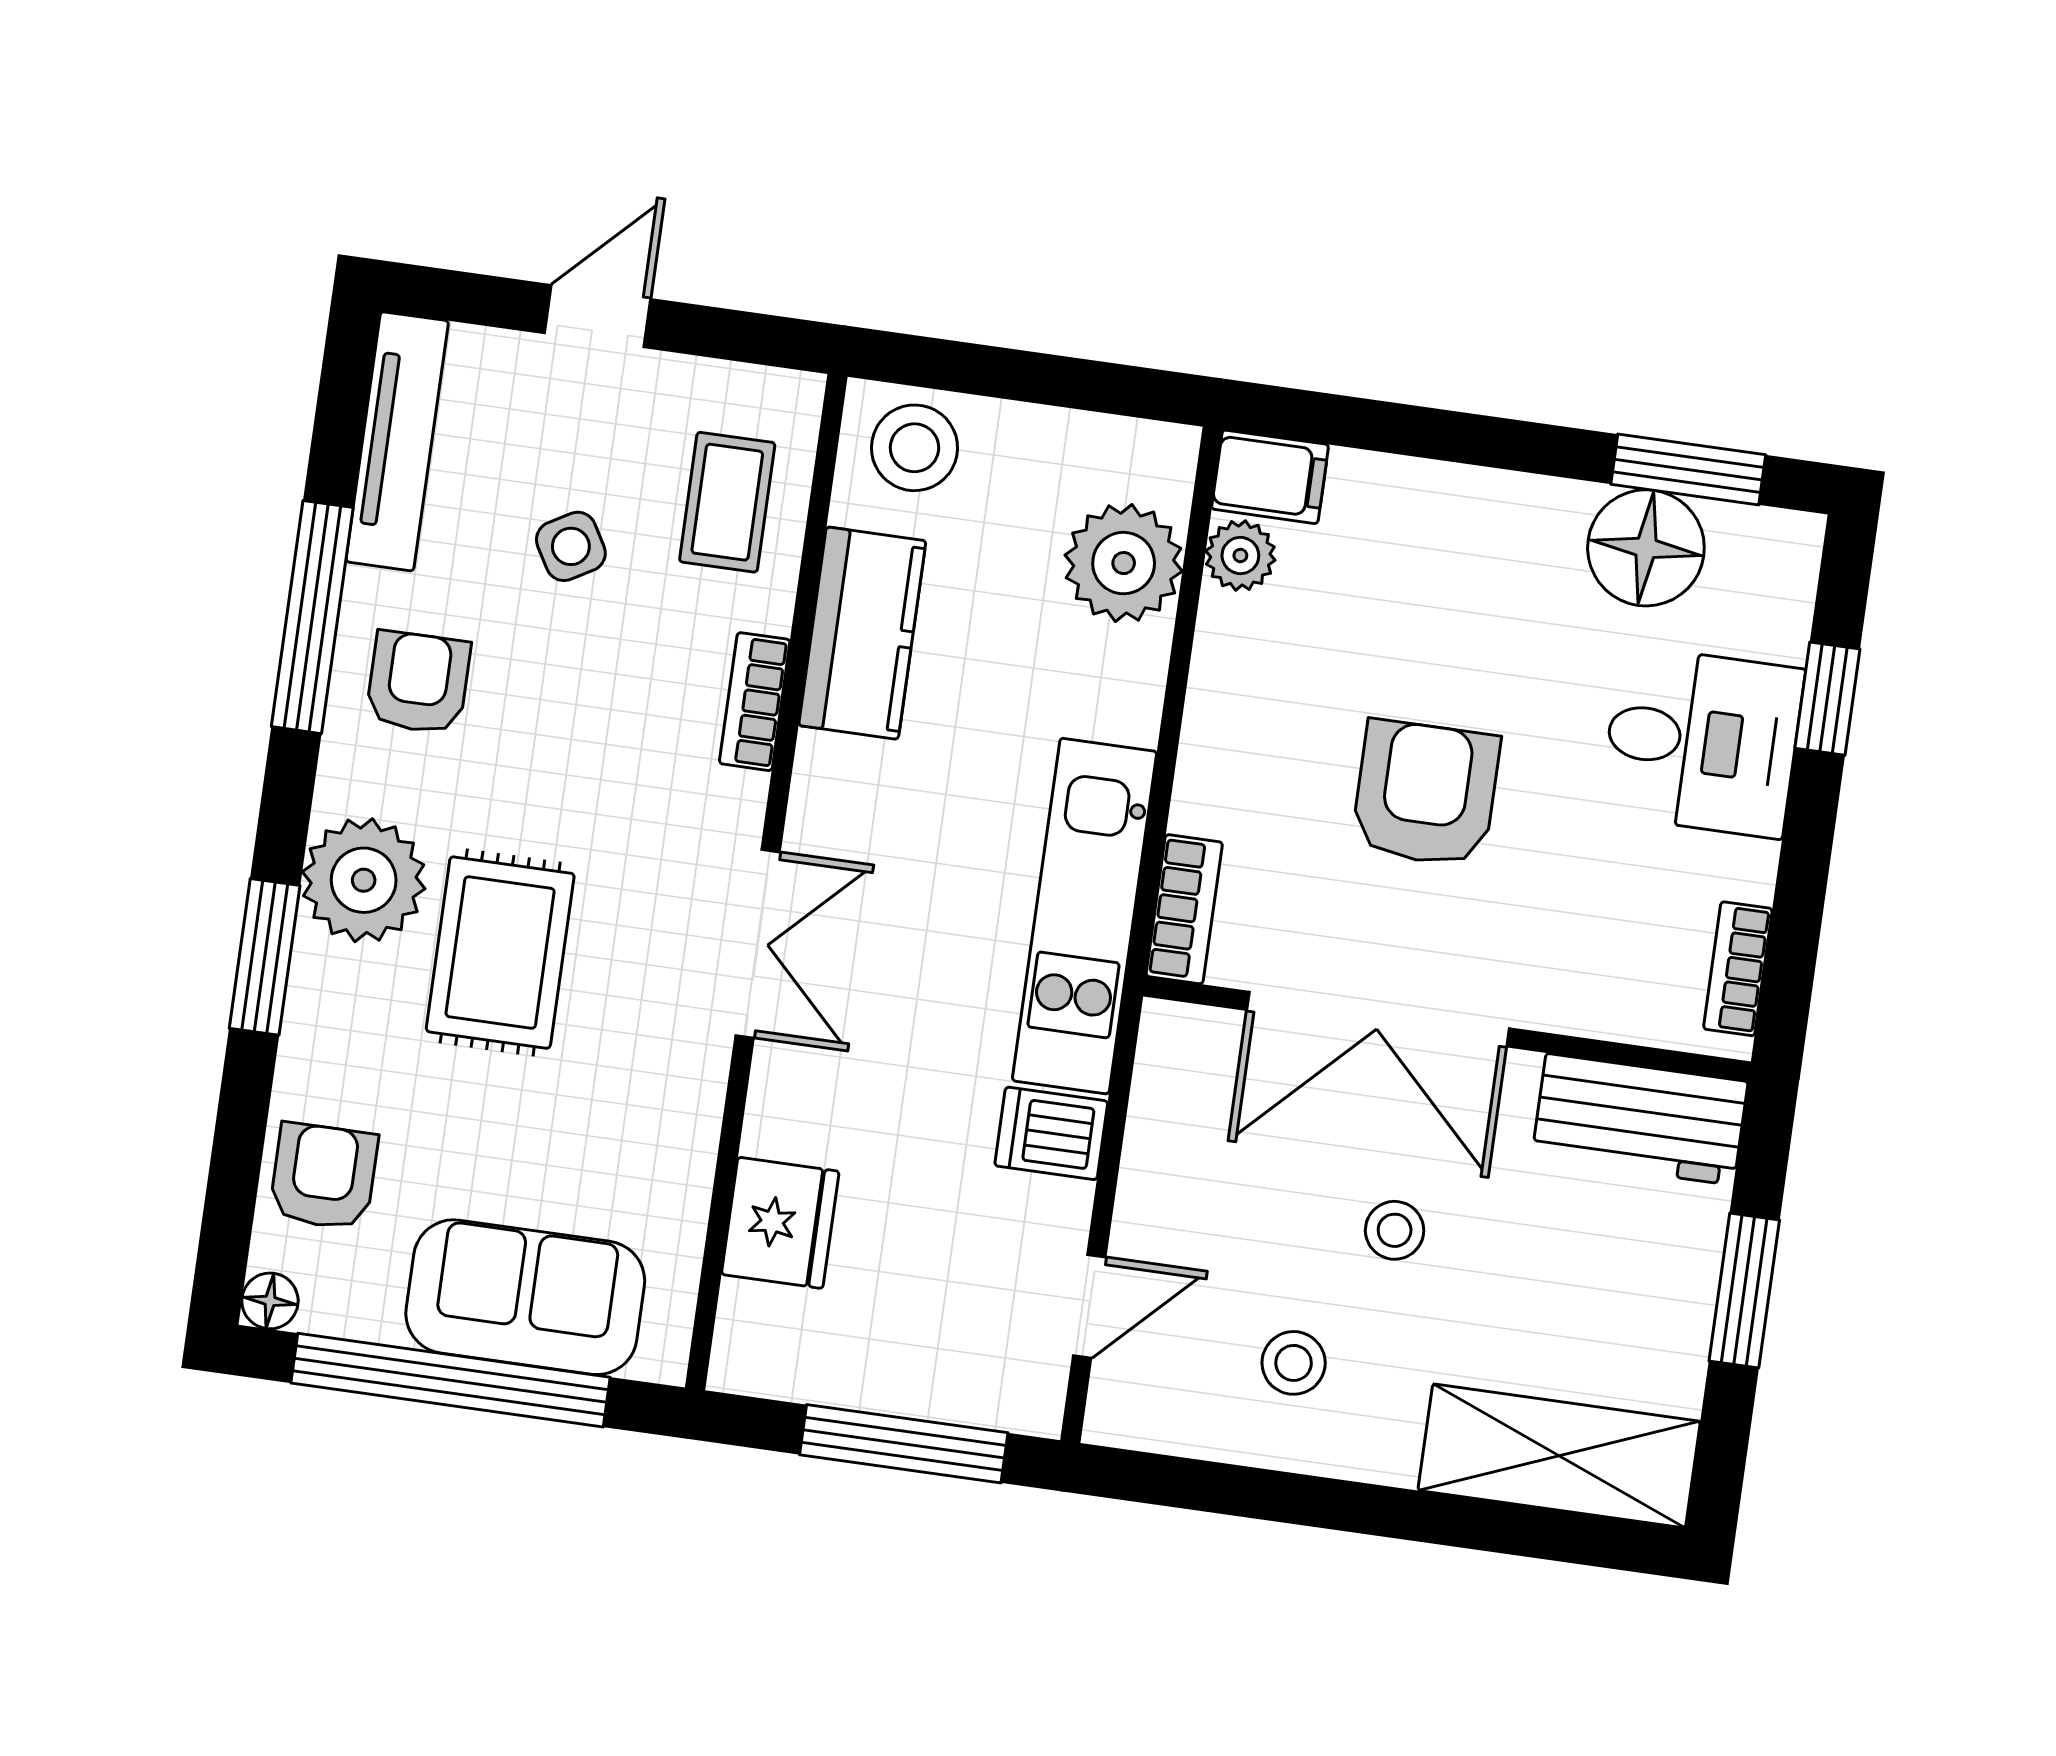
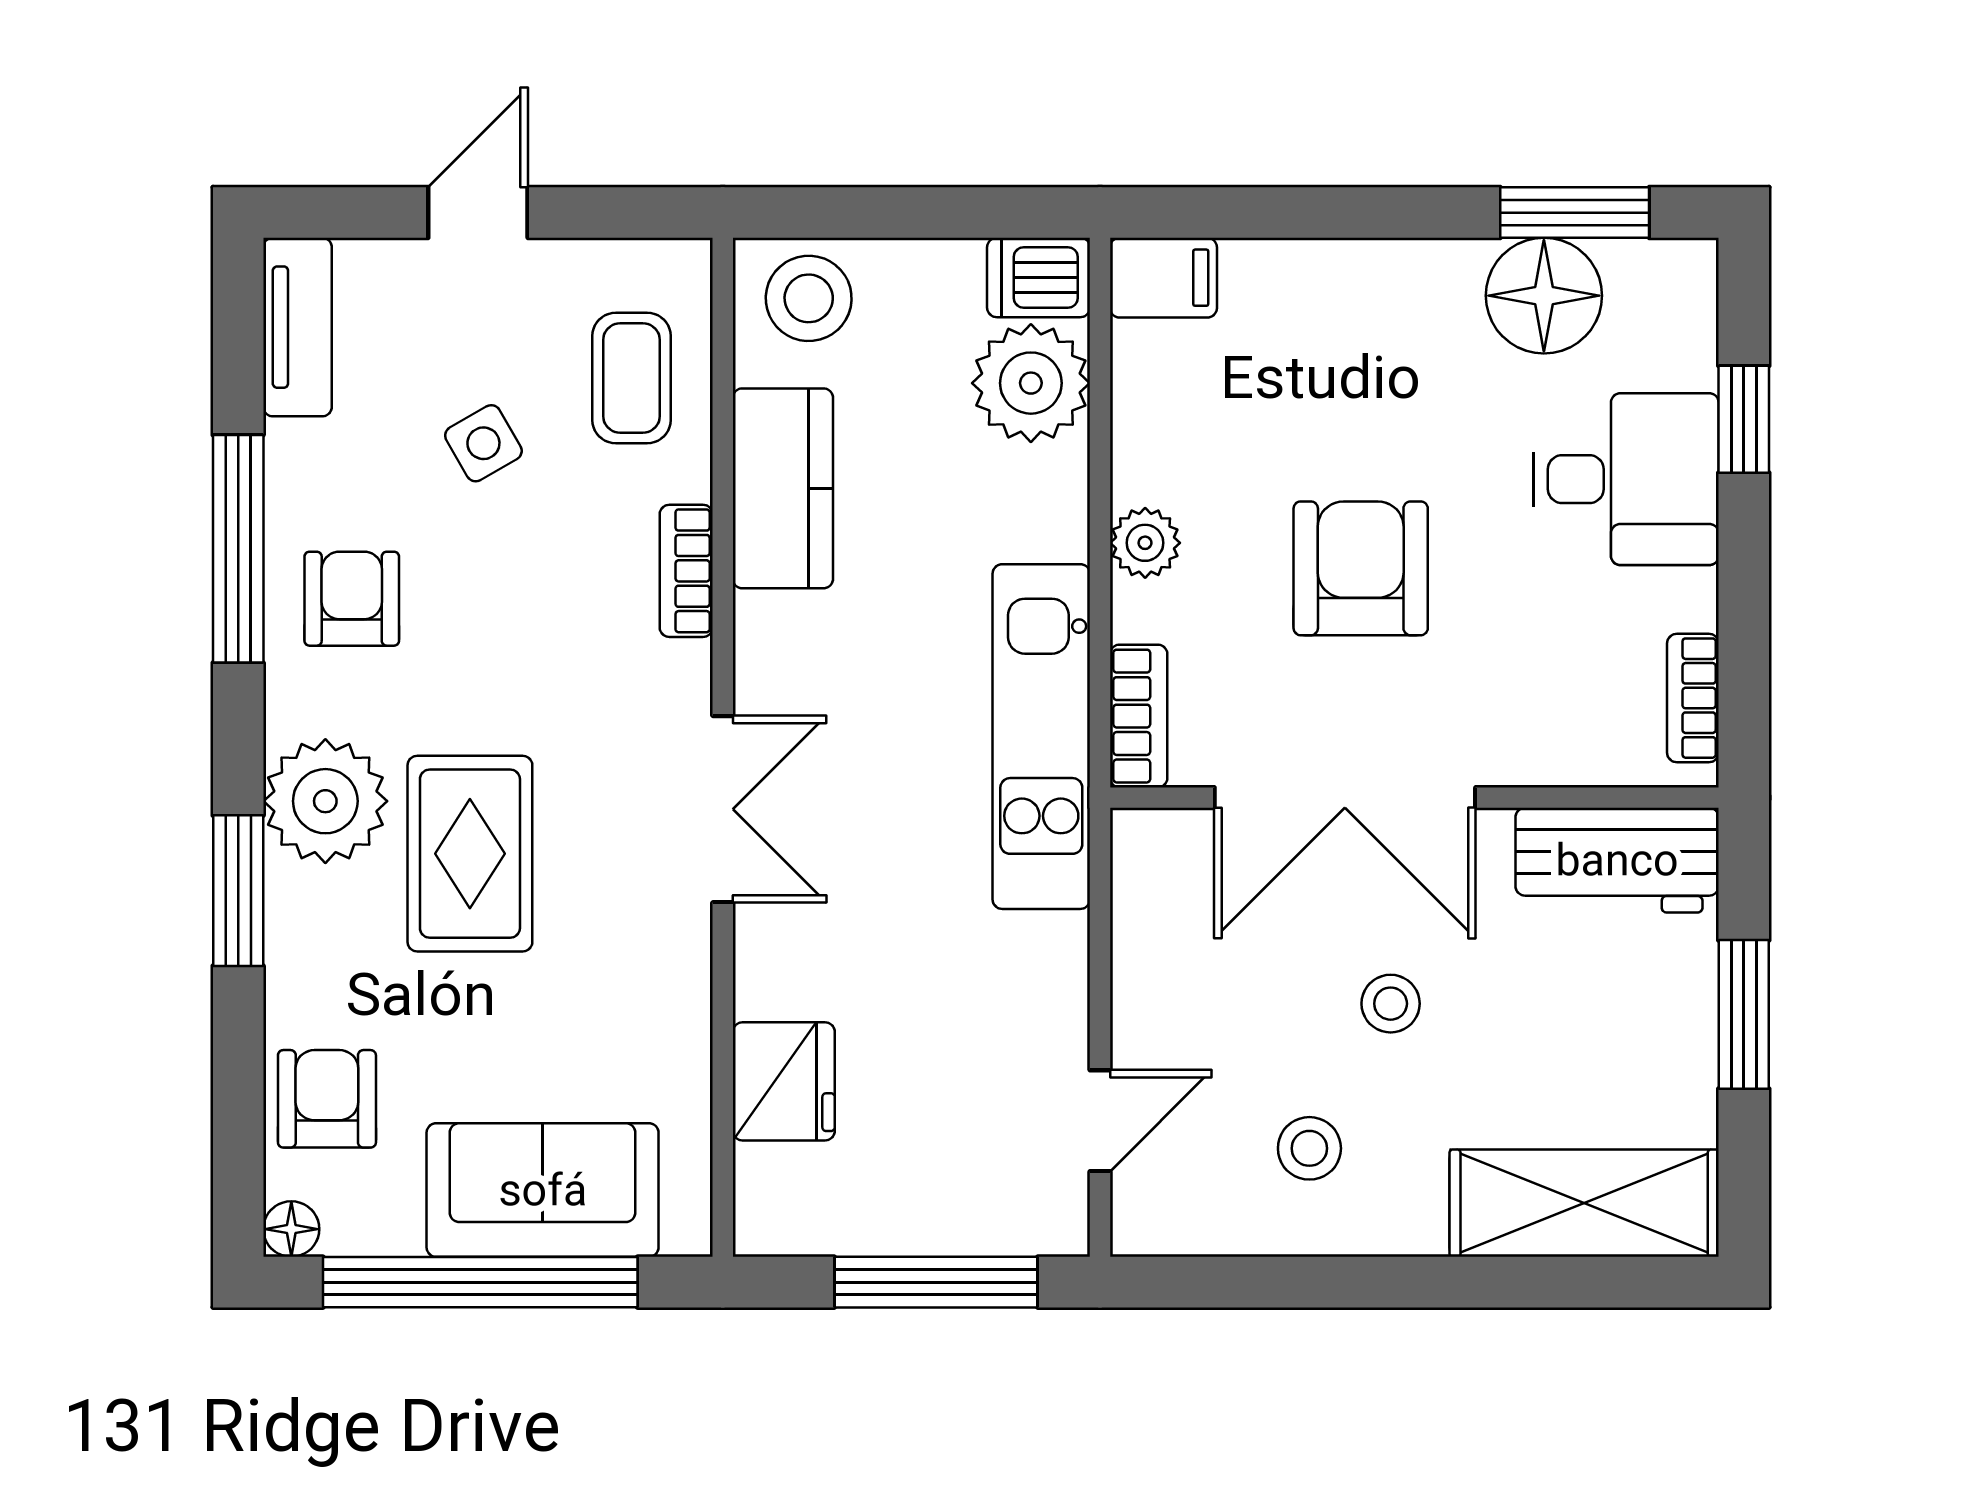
tv unit: (397, 441) -> (298, 327), width x0.71
plant: (1240, 555) -> (1145, 543), moved
dishwasher: (1051, 1133) -> (1039, 277), moved

